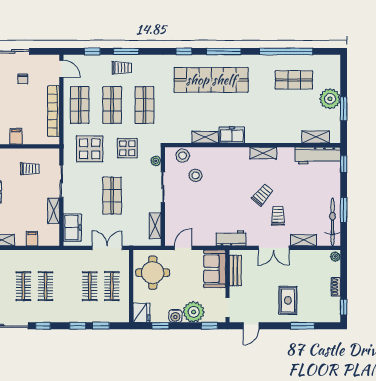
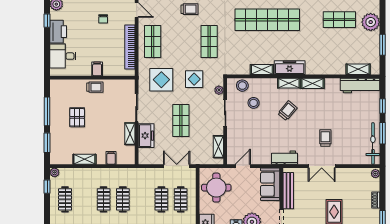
plant: (330, 99) -> (371, 22), moved
shop shelf: (112, 105) -> (181, 42), removed
freezer: (232, 135) -> (290, 68), width x1.40
window: (344, 164) -> (383, 106), moved
trolley: (30, 169) -> (95, 87), moved
trolley: (262, 195) -> (287, 111), moved
freezer: (72, 228) -> (146, 136), moved
shelving: (304, 240) -> (289, 83), moved
bench: (235, 271) -> (288, 191), width x1.36

